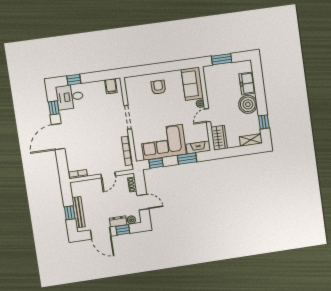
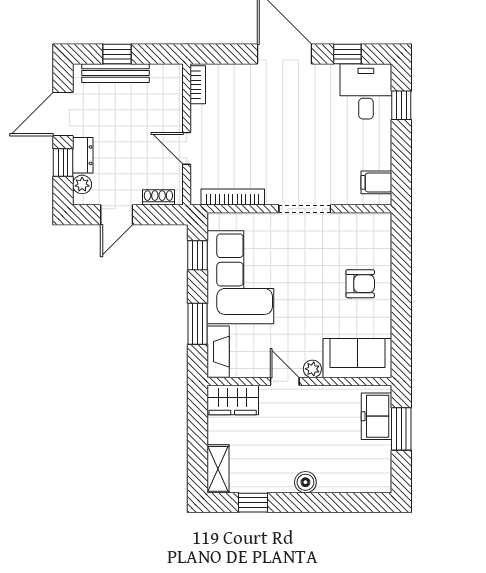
freezer: (247, 83) -> (376, 416), moved, turned -90
boiler: (248, 104) -> (305, 482), width x0.54, depth x0.54

